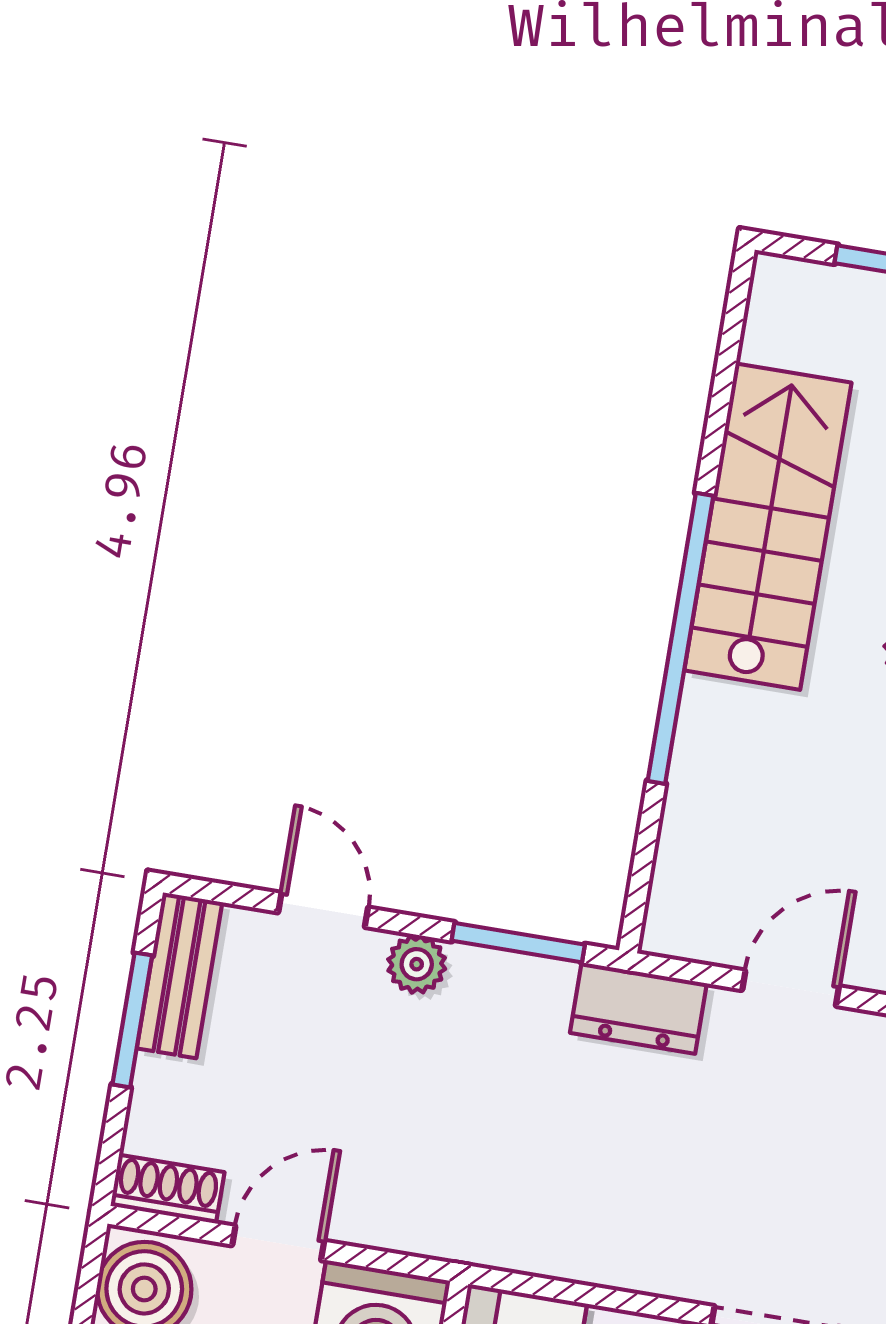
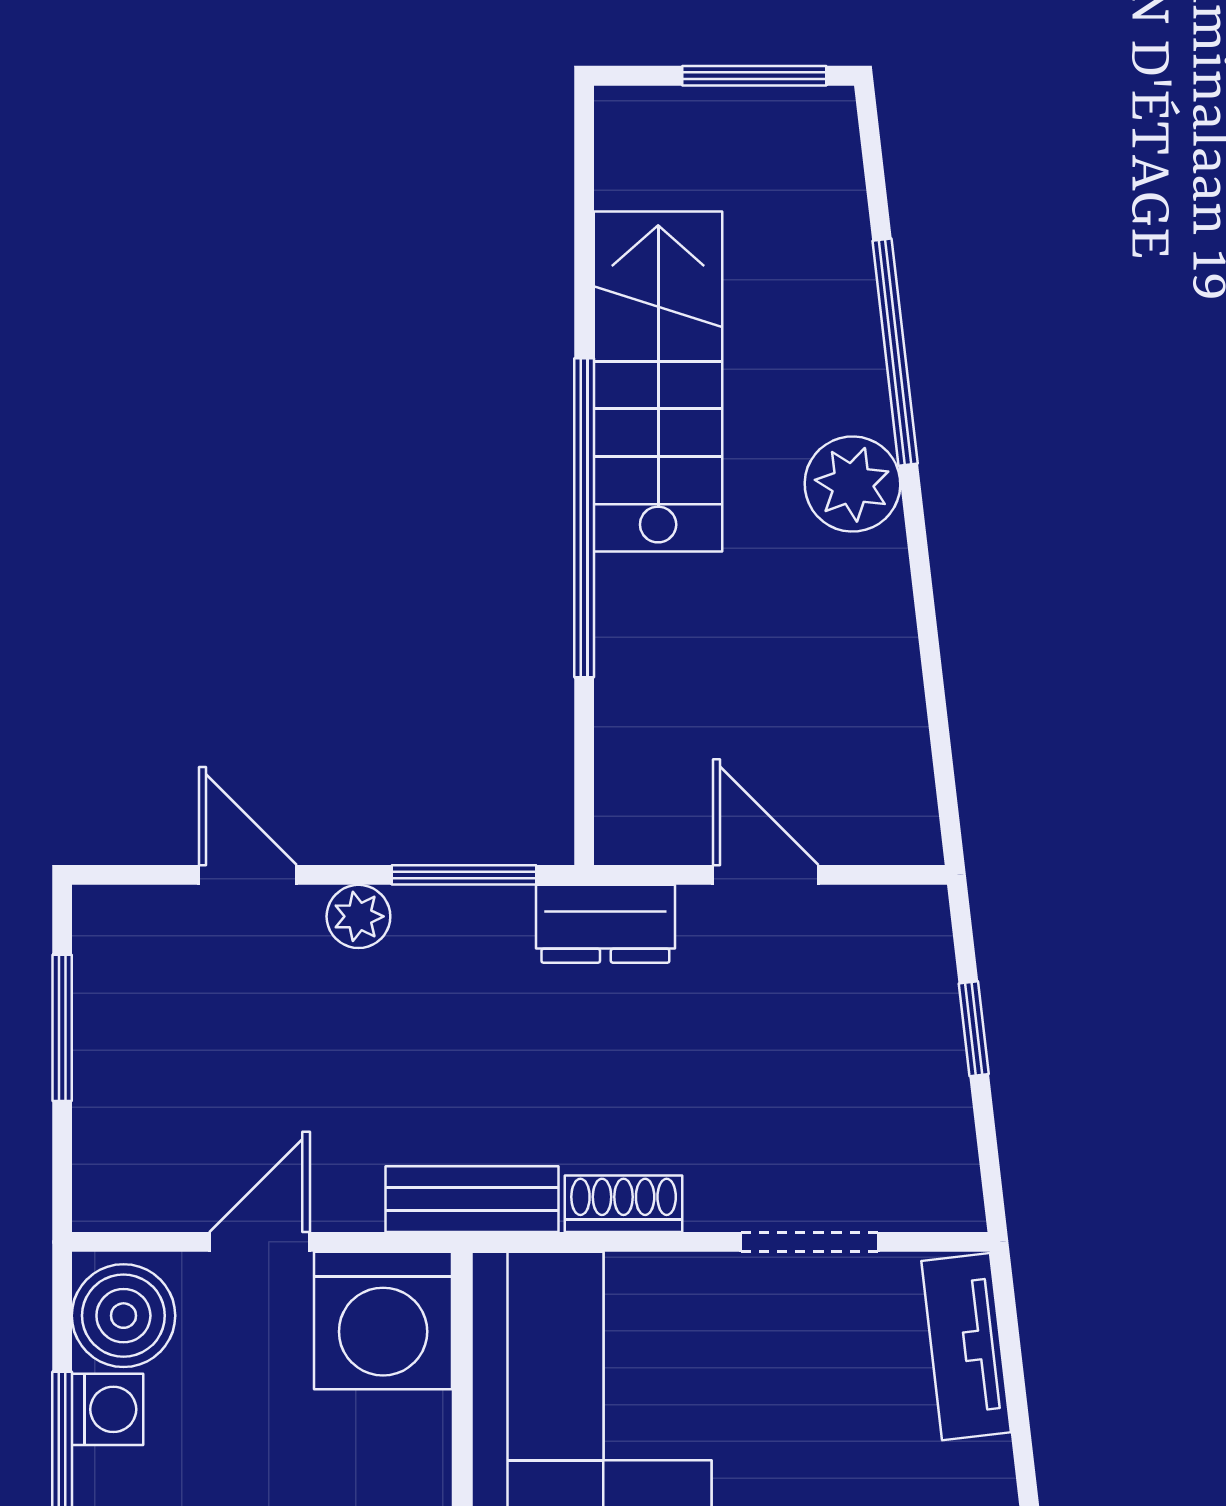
bench: (180, 975) -> (472, 1199), moved, turned 90
door: (791, 988) -> (766, 875), hinge flipped
shoe rack: (167, 1189) -> (624, 1204), moved

